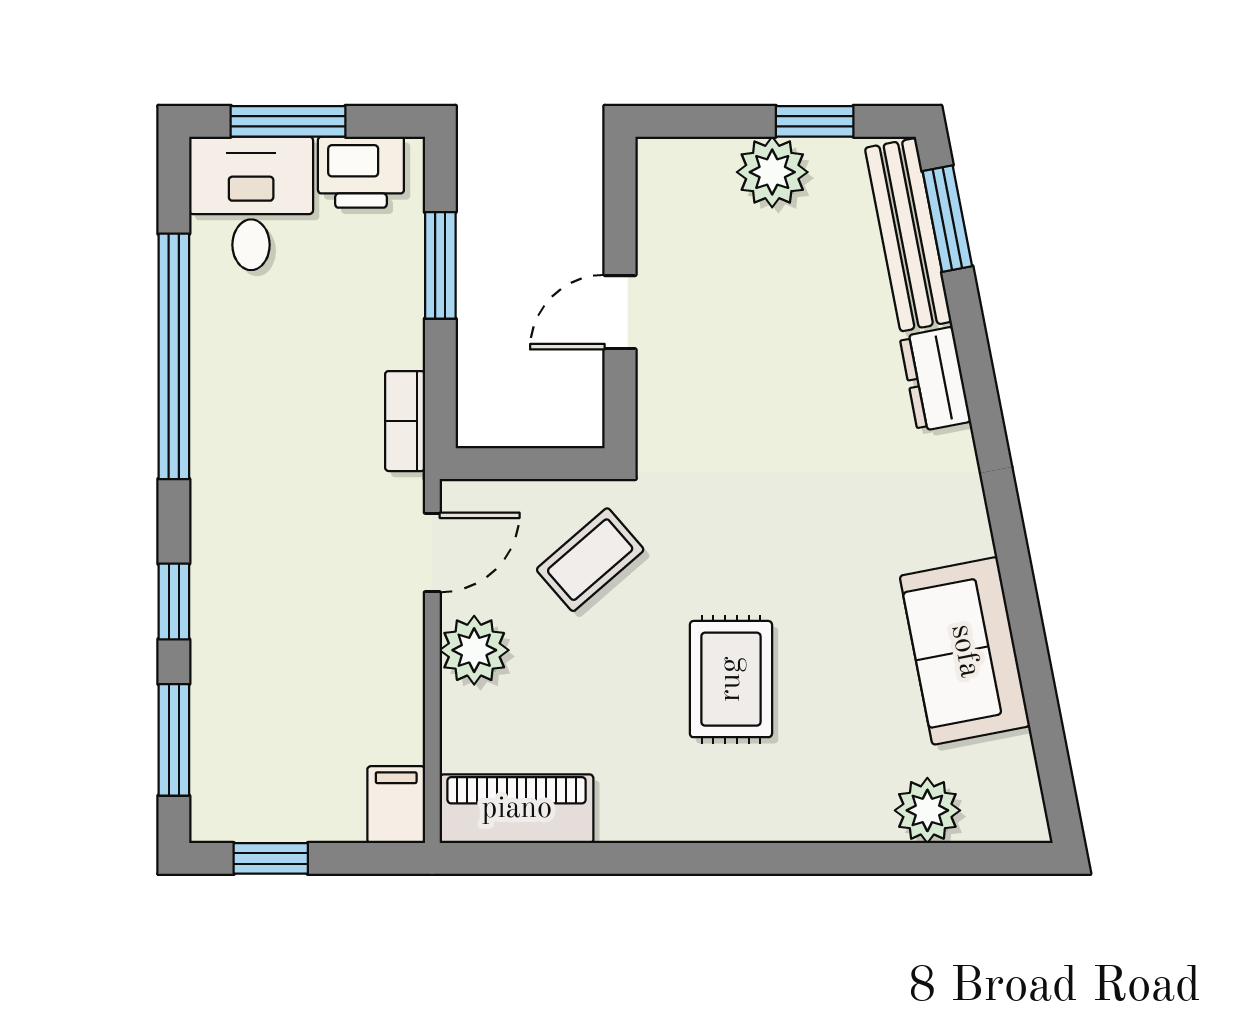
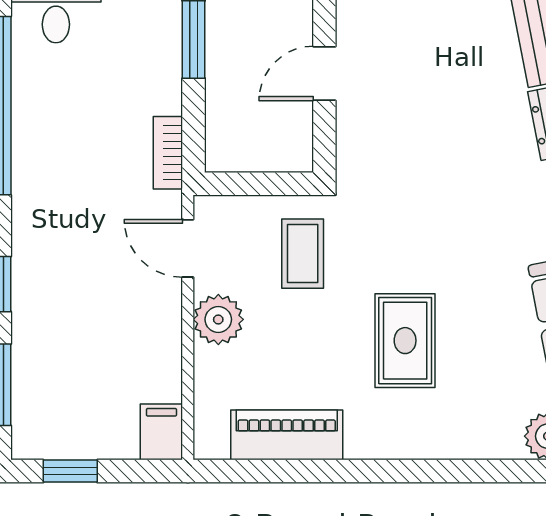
door: (432, 552) -> (188, 248), swing flipped
coffee table: (590, 560) -> (303, 254), turned -49
piano: (517, 809) -> (287, 435), moved

